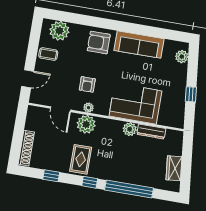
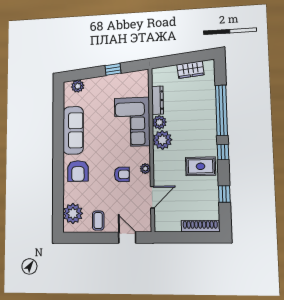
plant: (86, 124) -> (162, 140), moved

